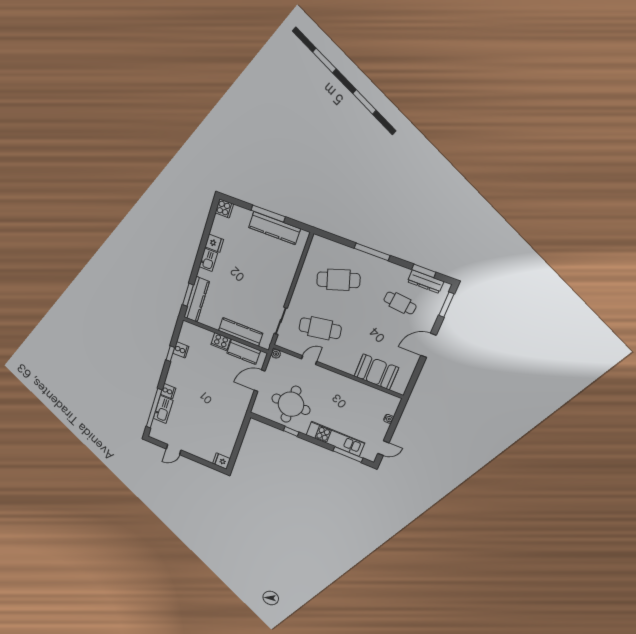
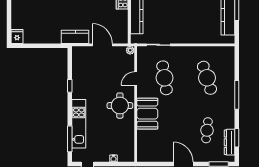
kitchen counter: (244, 352) -> (75, 37), moved, turned 90
door: (309, 360) -> (136, 79), swing flipped
booth: (376, 372) -> (147, 114), moved
round table: (291, 404) -> (120, 106), moved, width x0.73, depth x0.73

